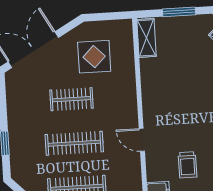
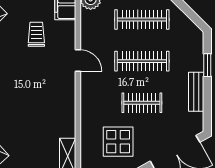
bench: (15, 114) -> (196, 92), added

